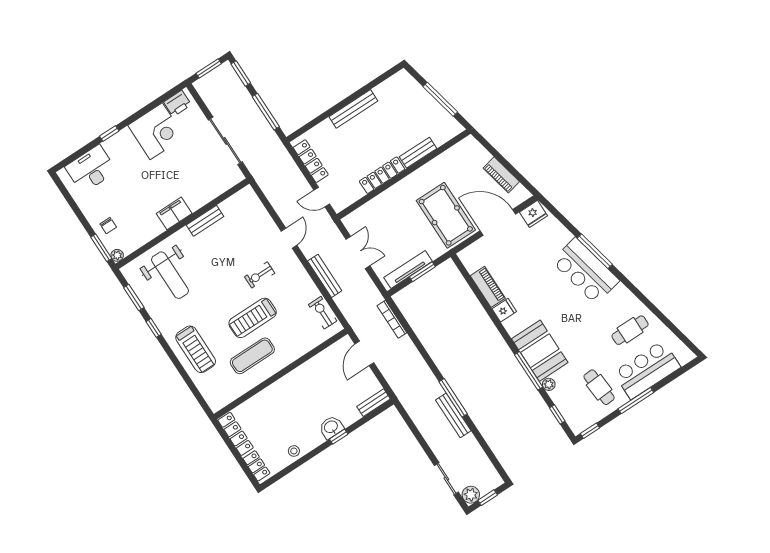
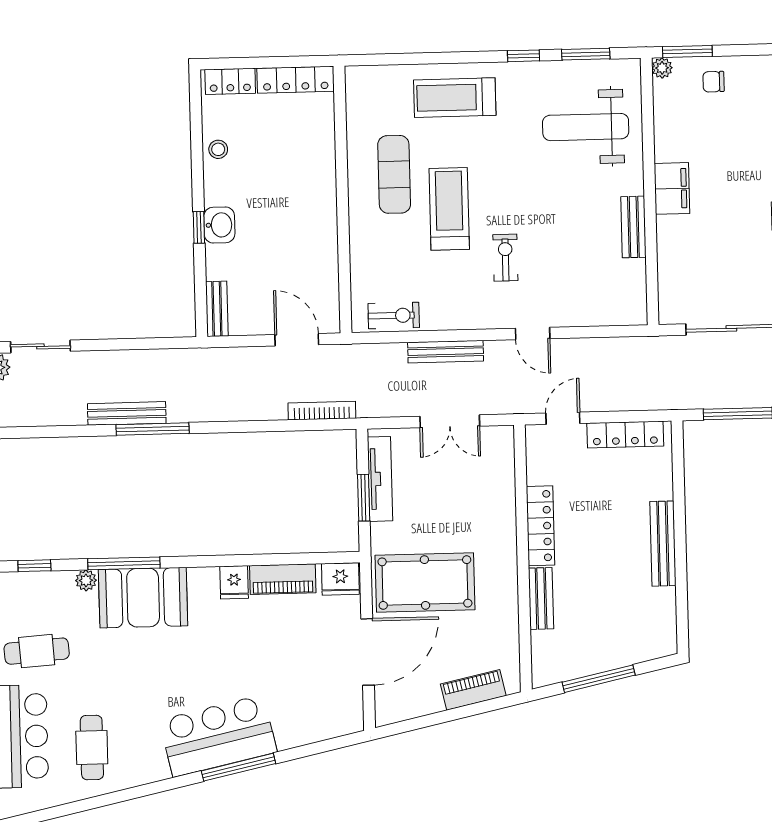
piano: (501, 175) -> (473, 690), moved
fridge: (533, 214) -> (340, 579), moved, turned -90

